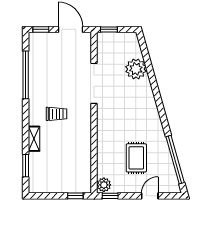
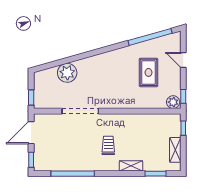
rug: (136, 158) -> (149, 72), turned 90
shelving: (52, 187) -> (175, 150), added

